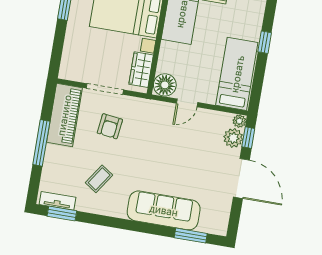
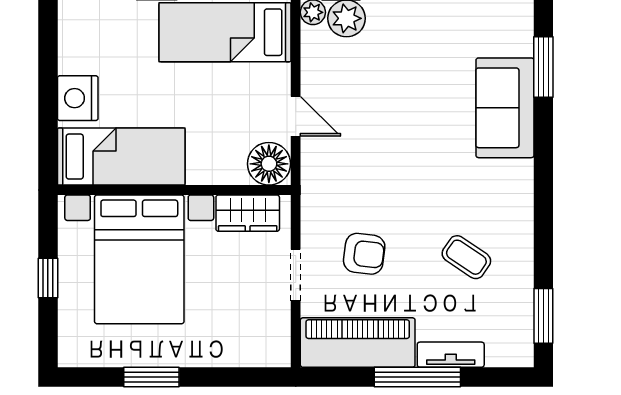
doorway: (105, 89) -> (296, 275), width x0.73
tv unit: (57, 201) -> (451, 355), moved, turned 90
sofa: (164, 210) -> (505, 108), width x0.73

